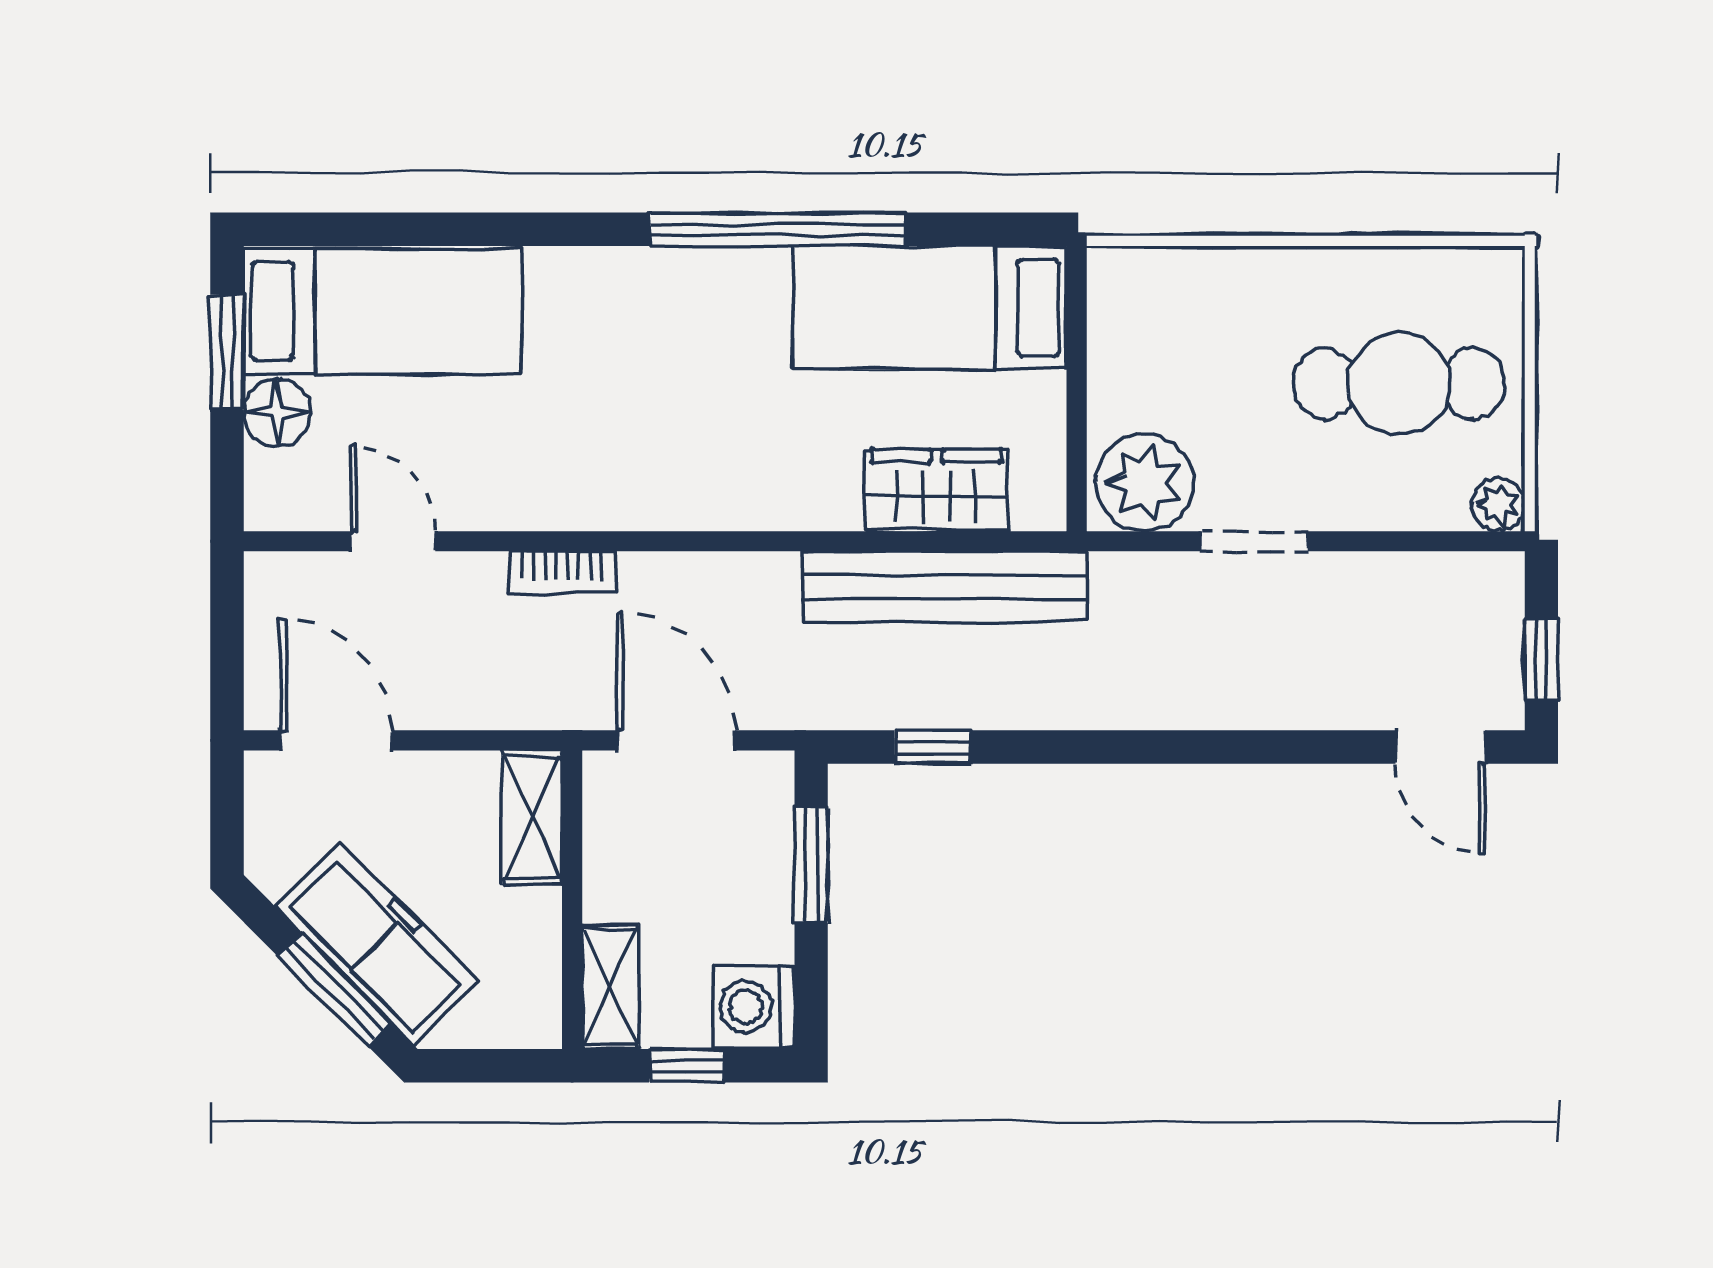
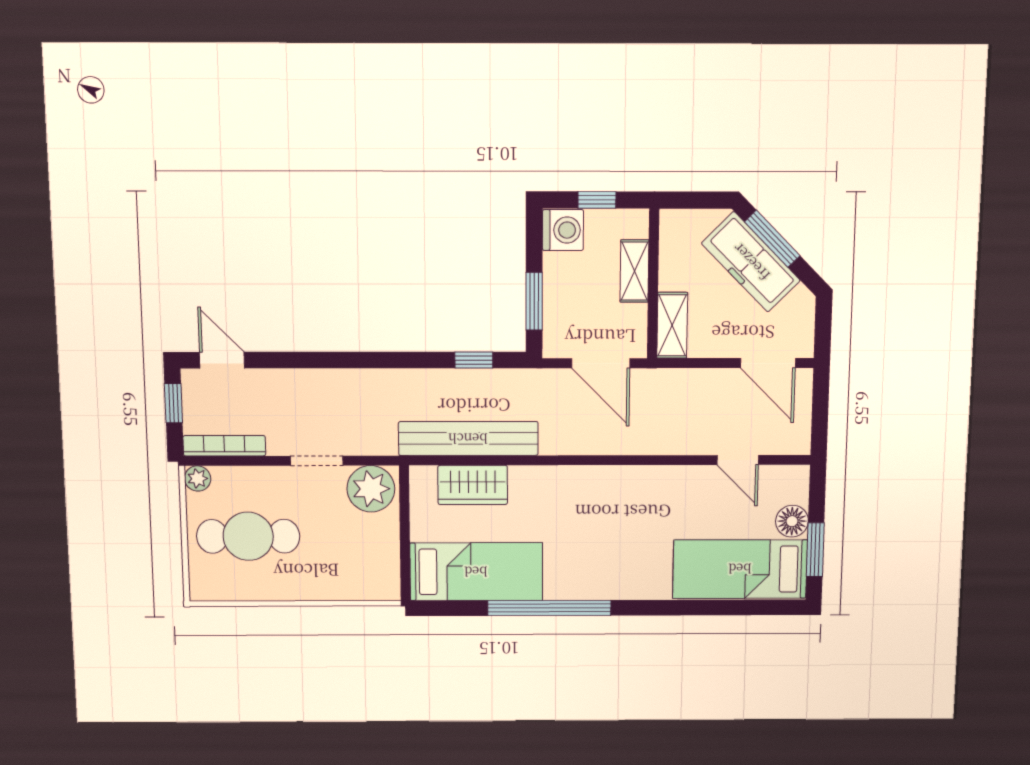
bookcase: (562, 573) -> (224, 446), moved, width x1.56
shelving: (610, 987) -> (634, 271), moved

